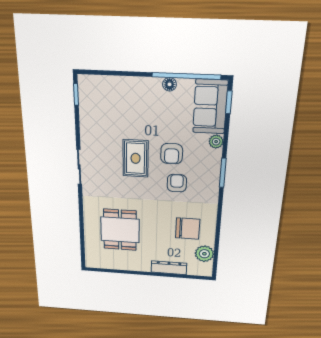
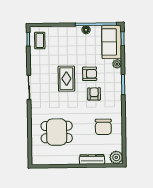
coffee table: (94, 98) -> (40, 41), added
armchair: (172, 154) -> (90, 74), turned -90
chair: (188, 229) -> (103, 127), turned 90
dining table: (120, 230) -> (57, 132), turned 90
plant: (204, 254) -> (116, 157), moved

